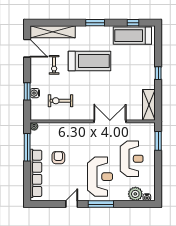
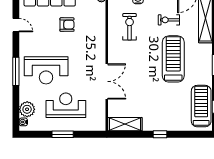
treadmill: (90, 61) -> (173, 59), turned 180
window: (158, 141) -> (63, 134), moved
reception desk: (132, 159) -> (66, 105), turned 180
door: (72, 204) -> (16, 25), moved

